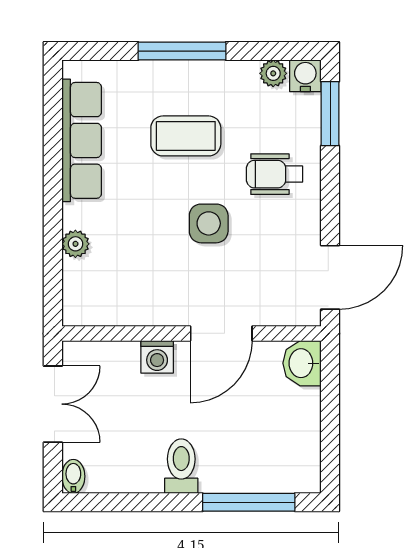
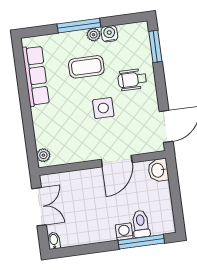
plant: (273, 73) -> (94, 35), moved
water cooler: (305, 76) -> (109, 34), moved
plant: (75, 244) -> (43, 155), moved
washing machine: (157, 357) -> (124, 232), moved, turned 180
toilet: (181, 466) -> (141, 224), moved

